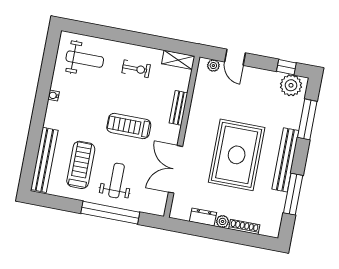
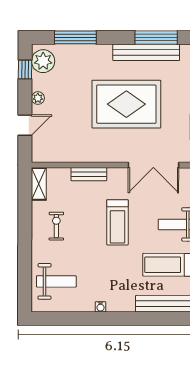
weight bench: (85, 59) -> (56, 281), turned 90
plant: (213, 66) -> (38, 98), moved
bench: (285, 160) -> (146, 52), moved

